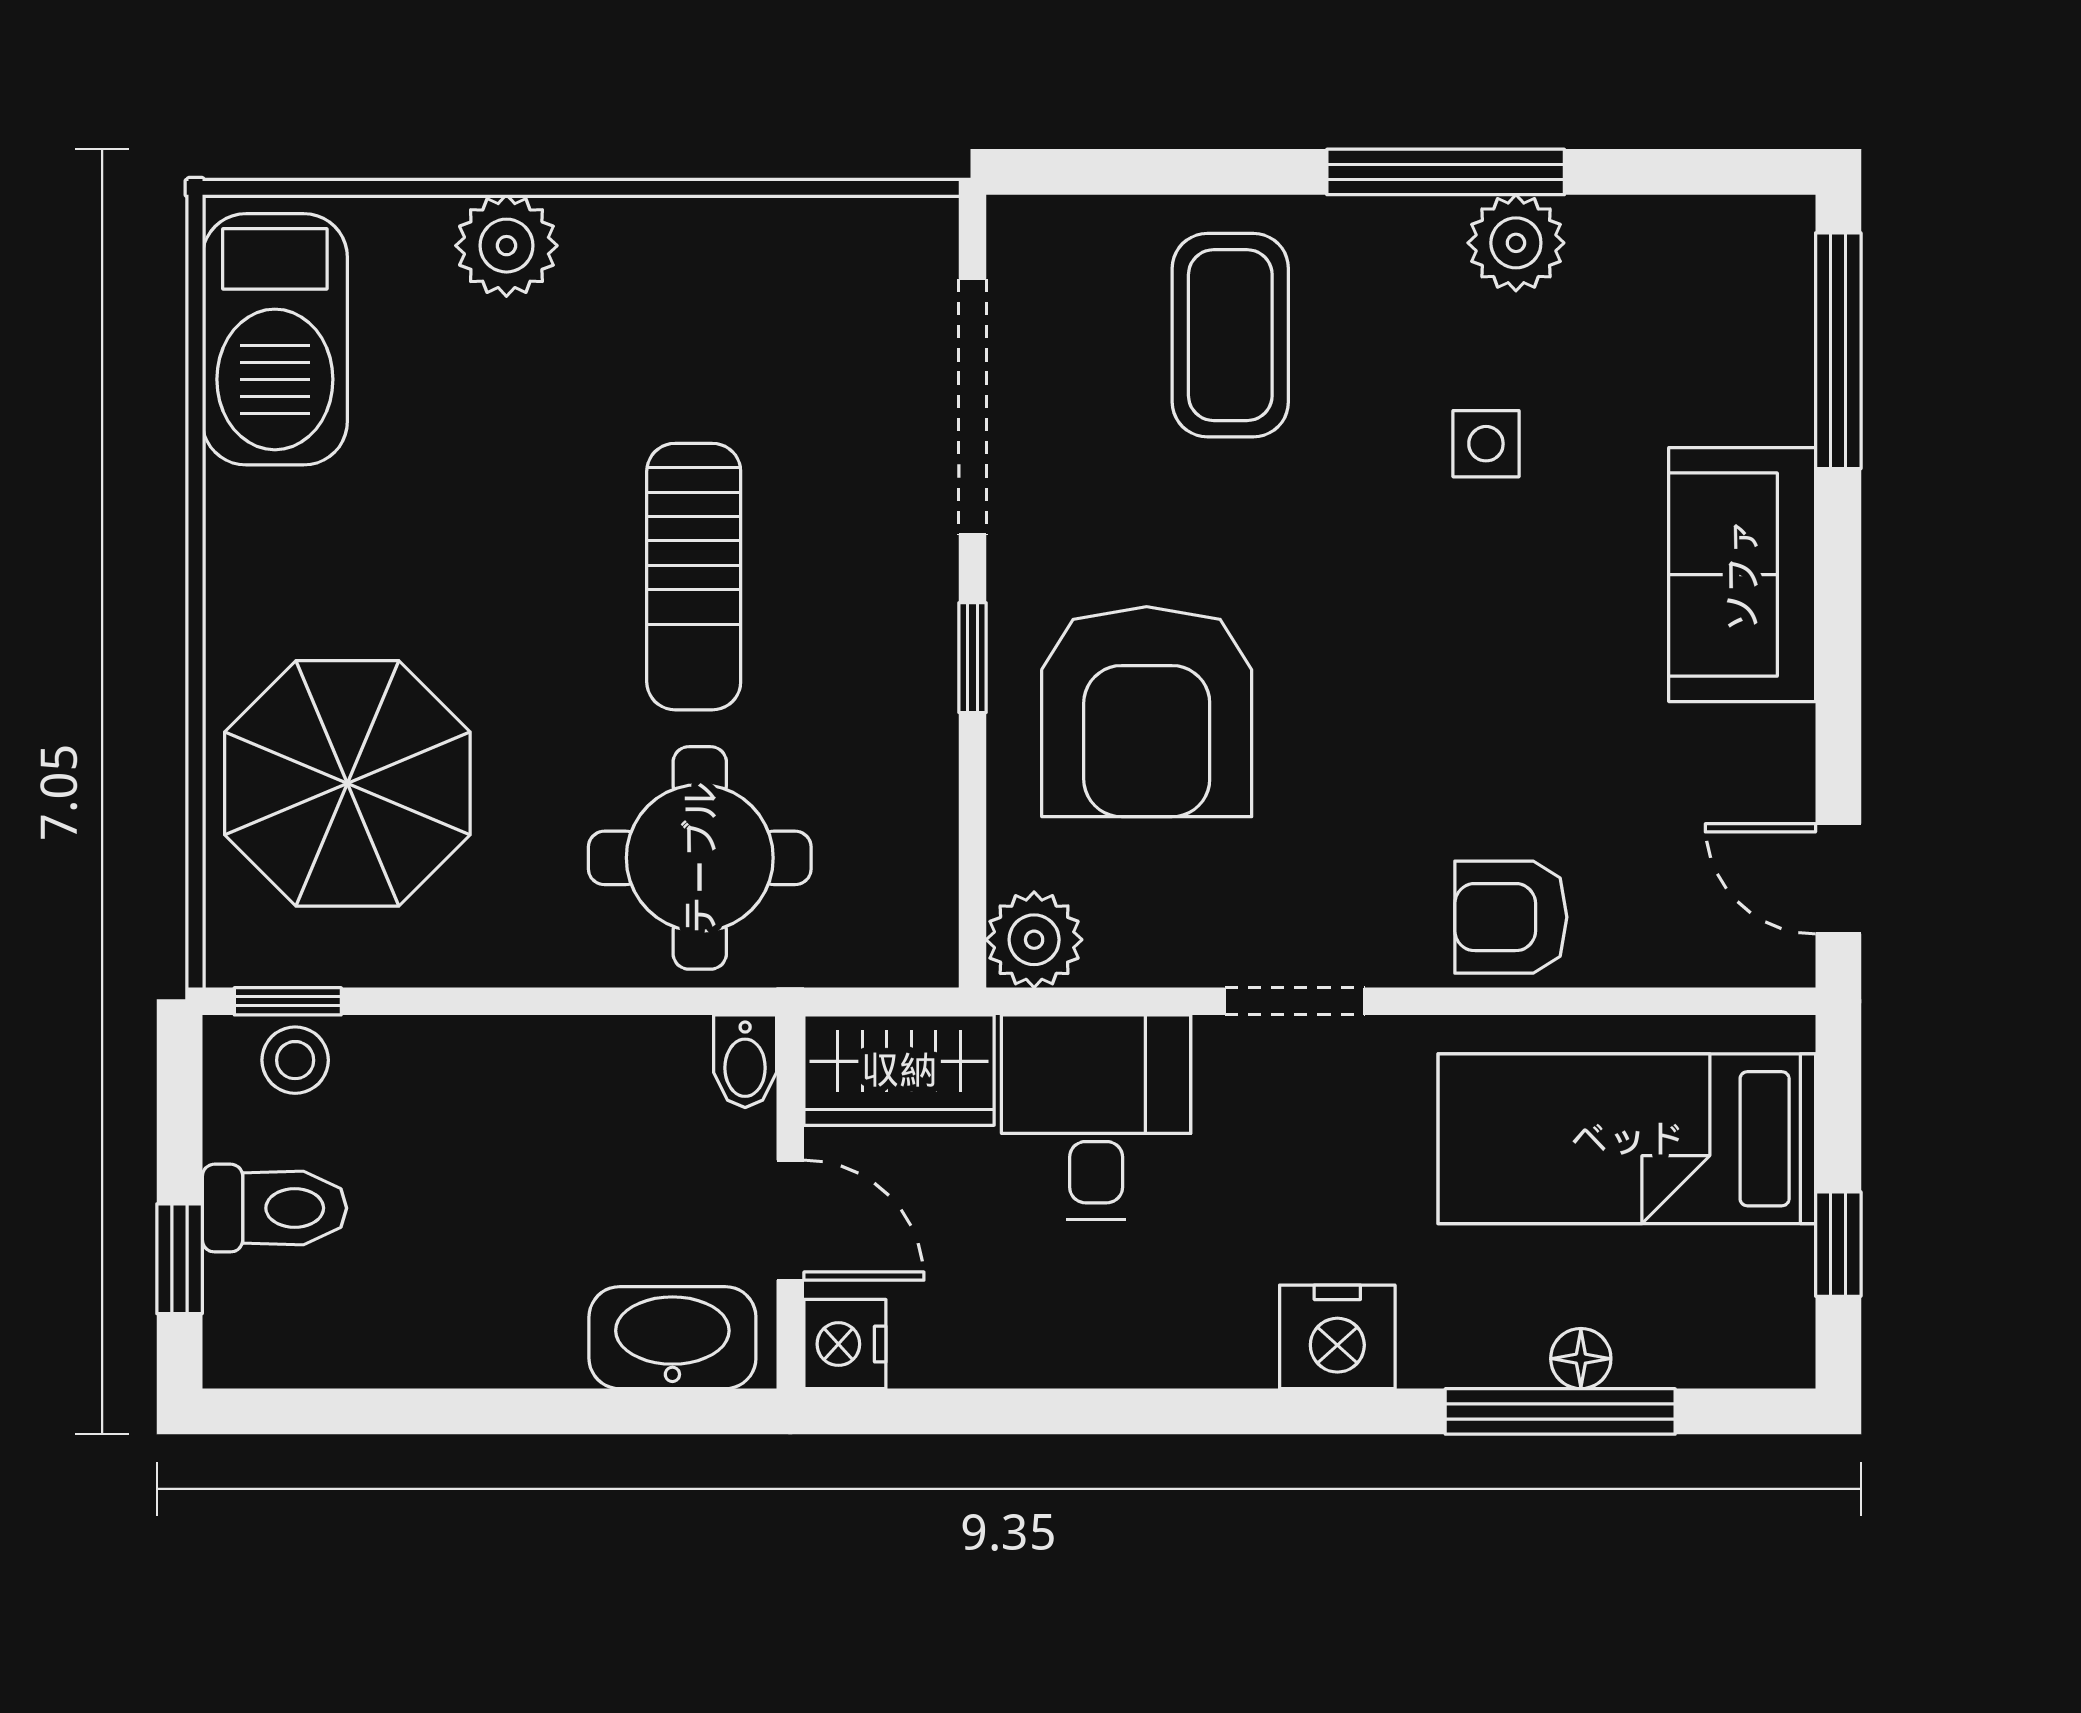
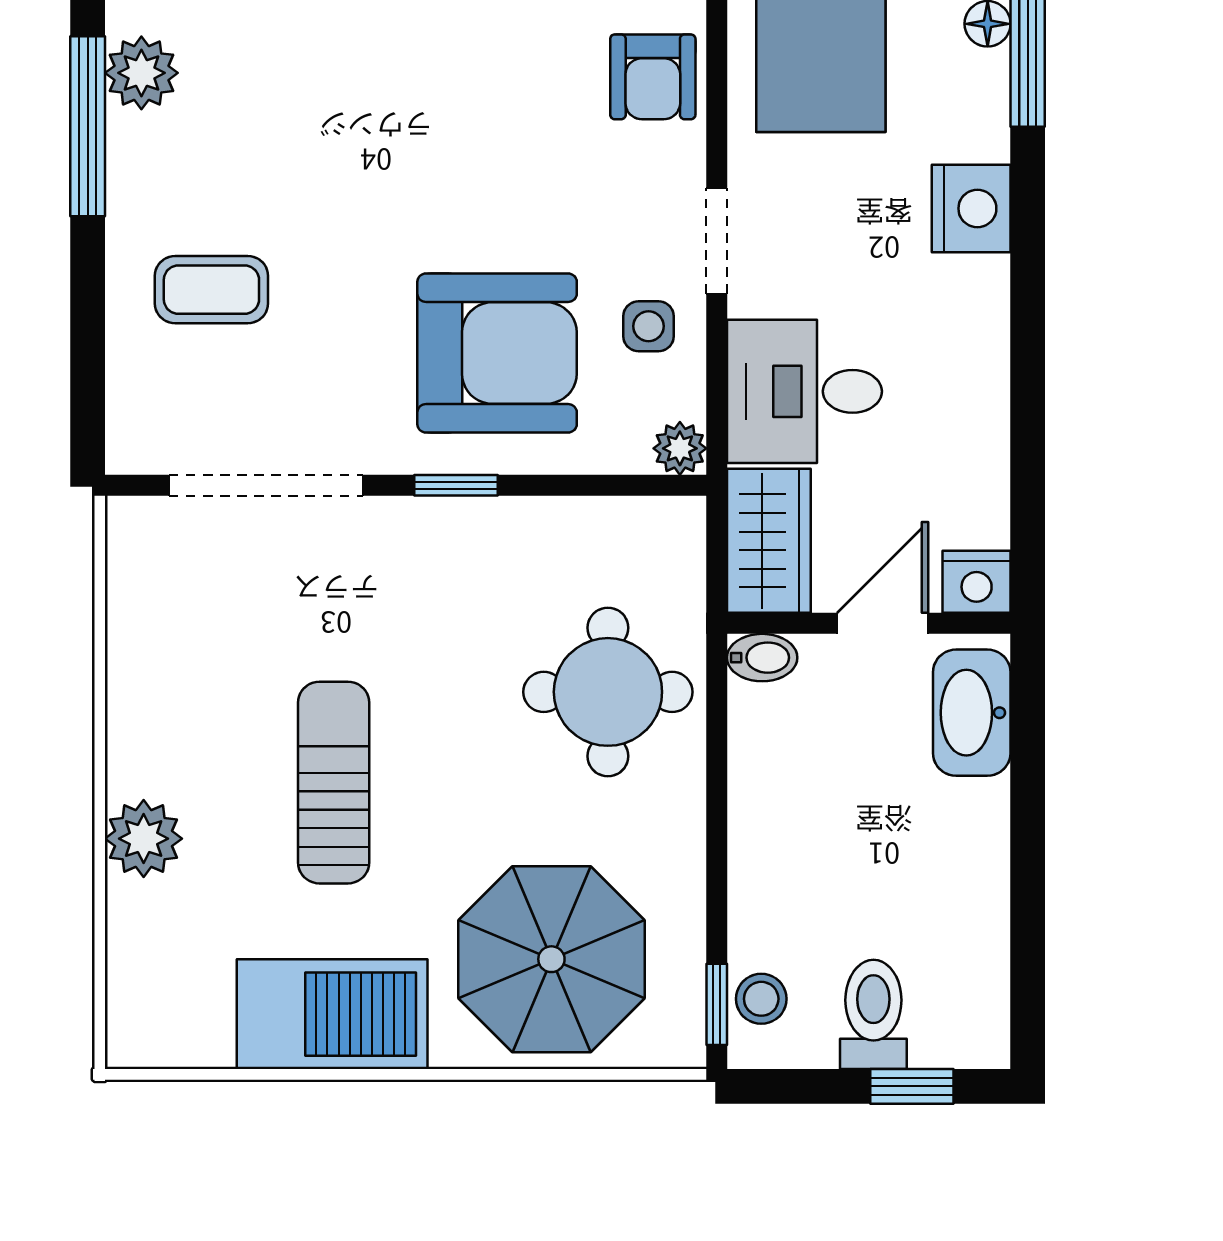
coffee table: (1230, 335) -> (211, 290), width x0.73, depth x0.77
barbecue: (275, 339) -> (332, 1014), moved
side table: (1486, 444) -> (649, 326), moved
sun lounger: (694, 577) -> (334, 783), moved, turned -90
plant: (1034, 940) -> (680, 448), width x0.73, depth x0.73

